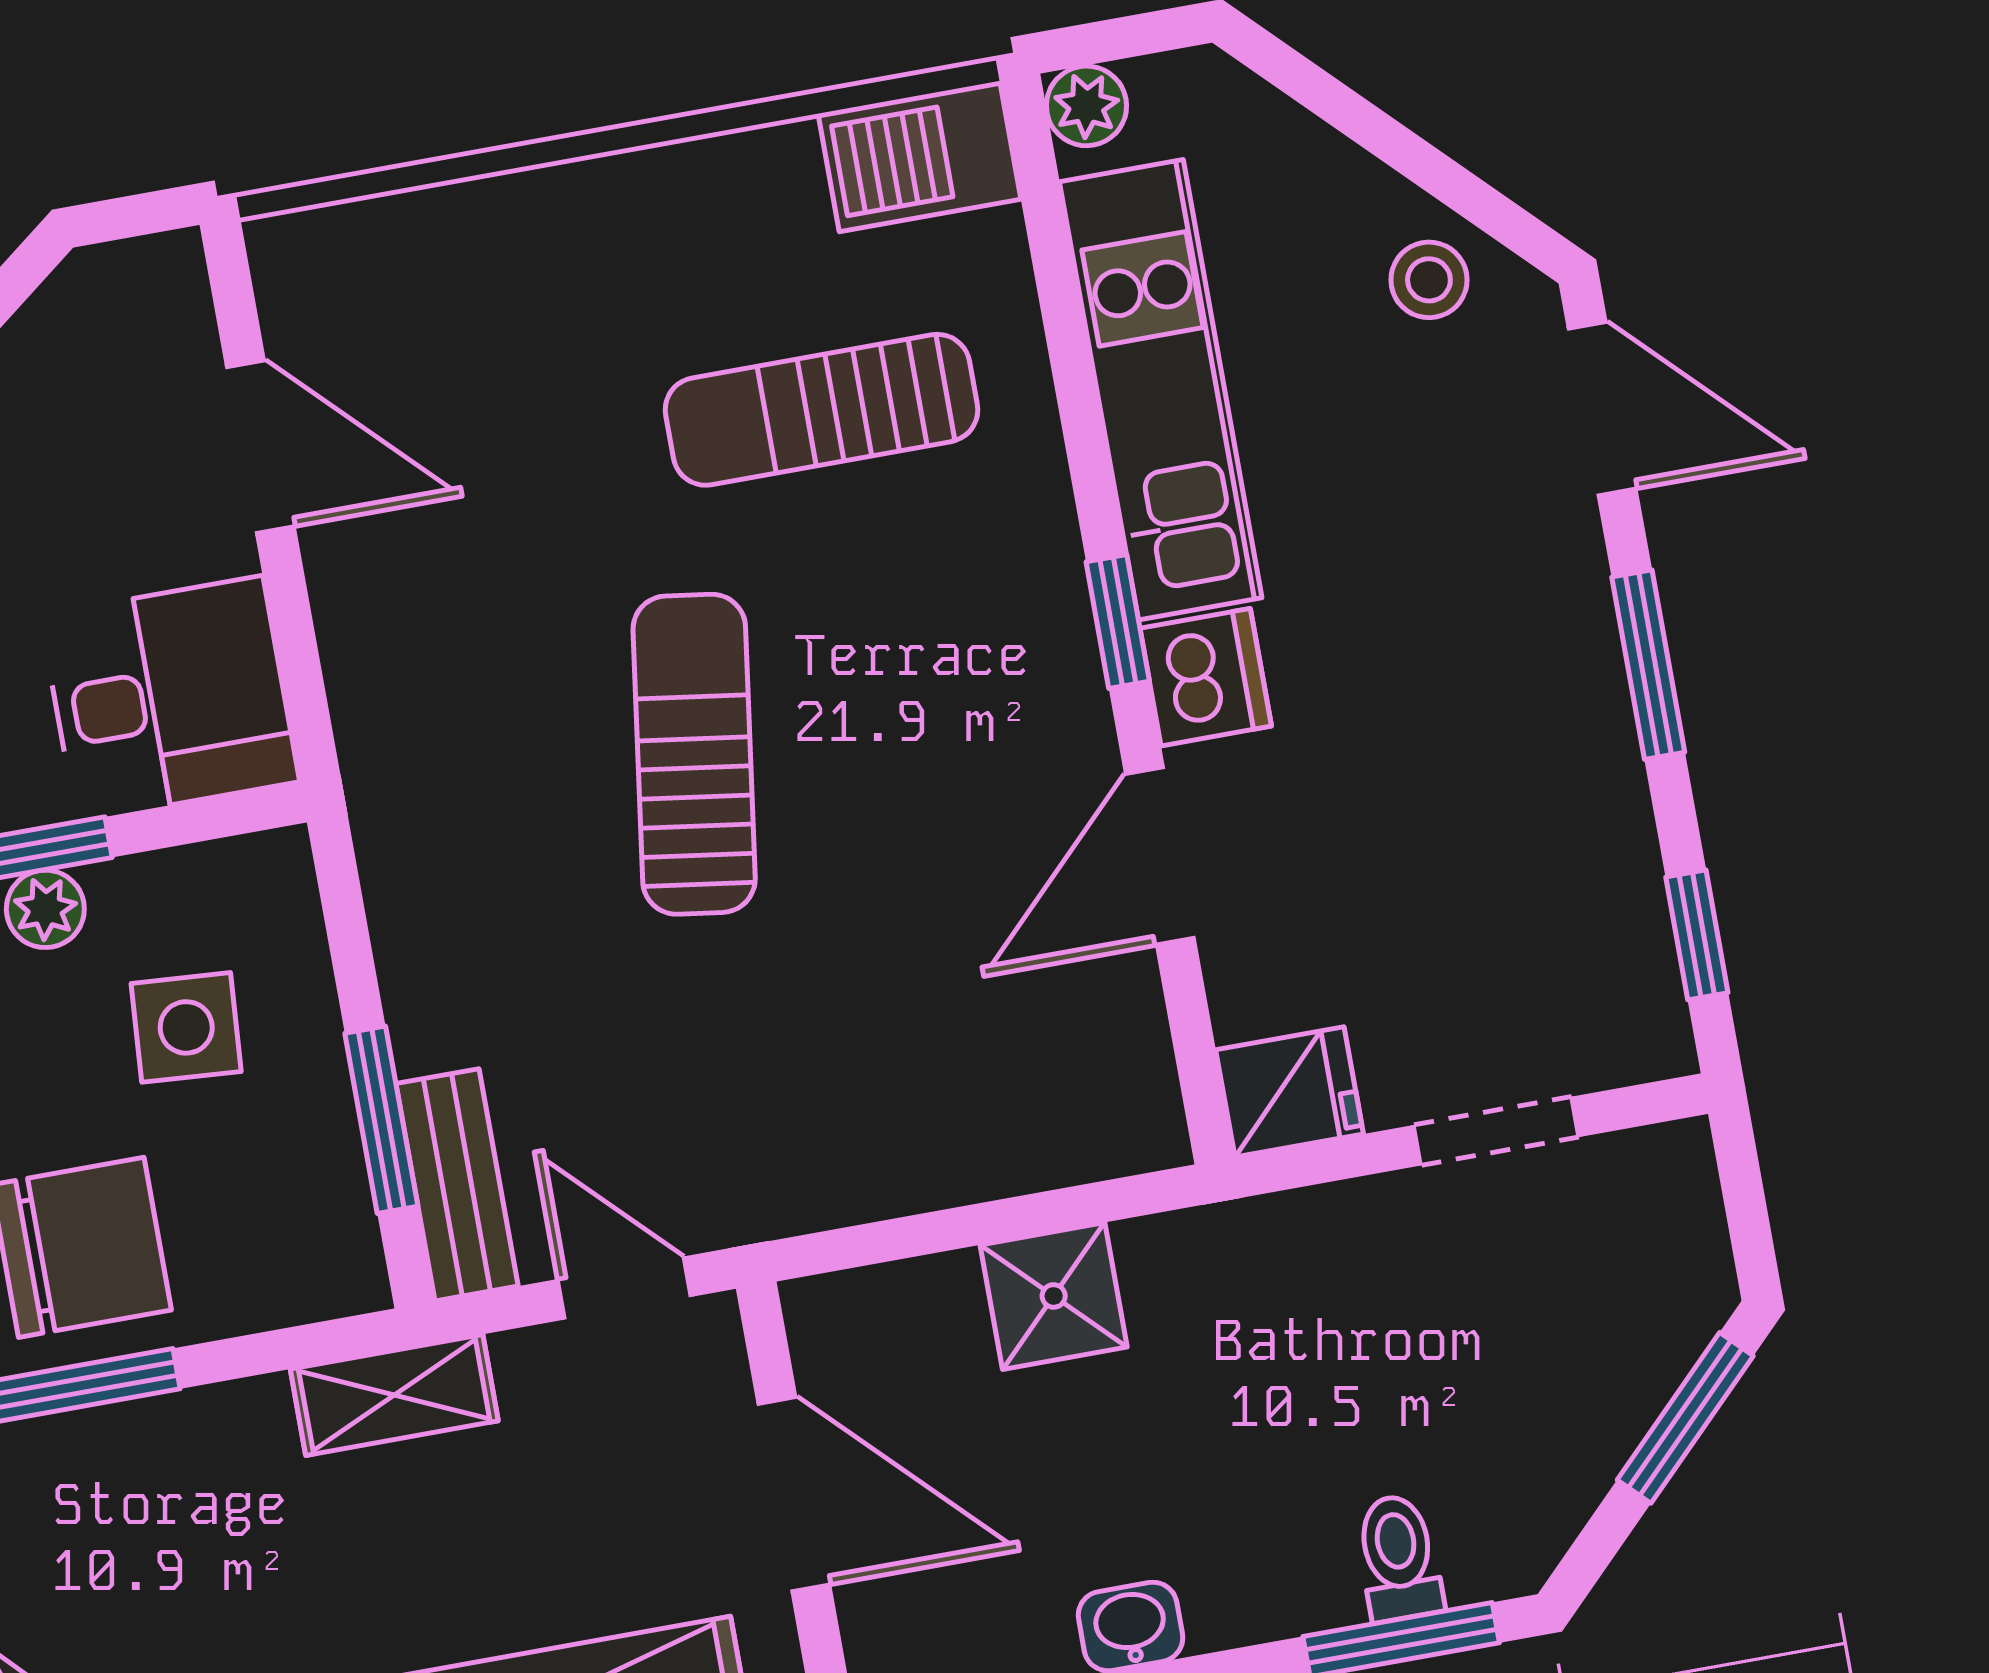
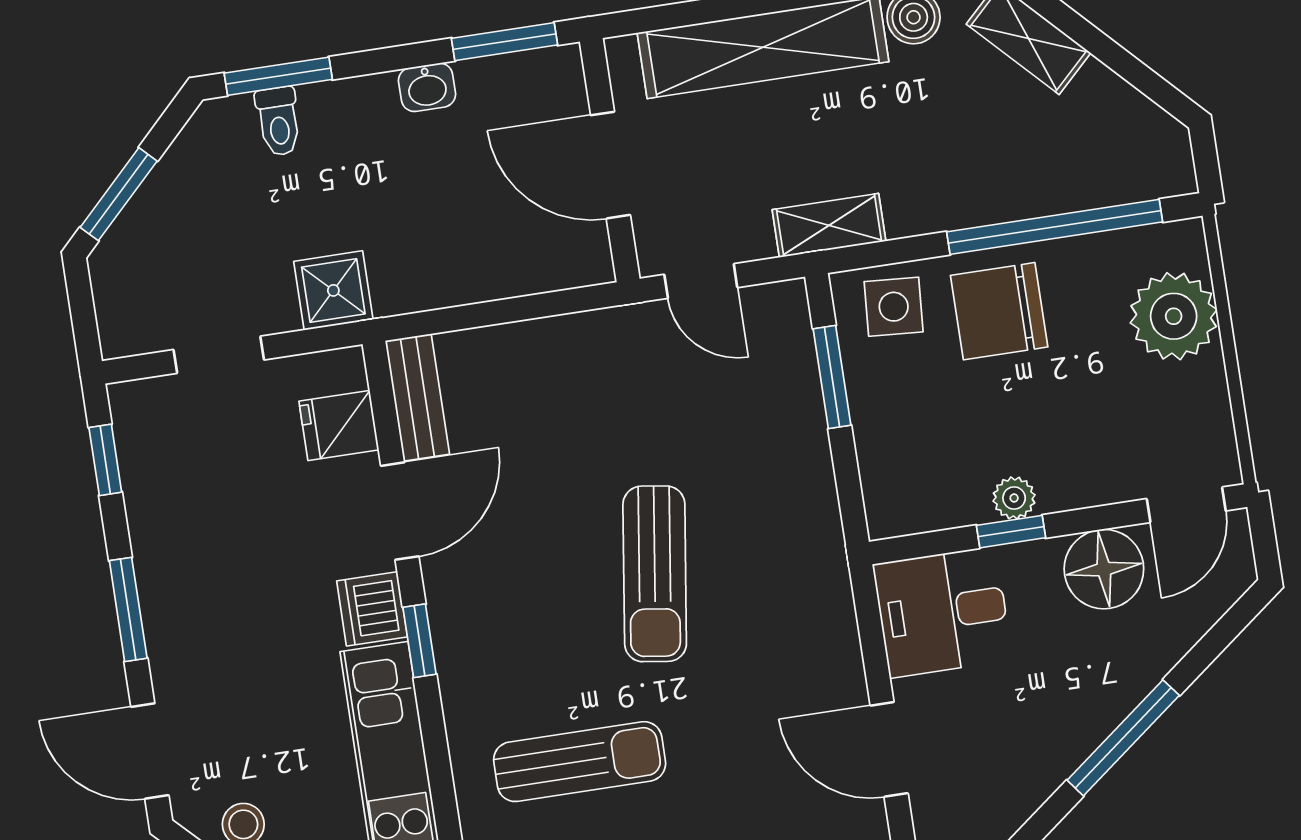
side table: (186, 1027) -> (894, 307), moved
fridge: (1289, 1092) -> (339, 426), moved
bench: (457, 1185) -> (417, 397), moved
shower: (1054, 1296) -> (333, 290), moved

